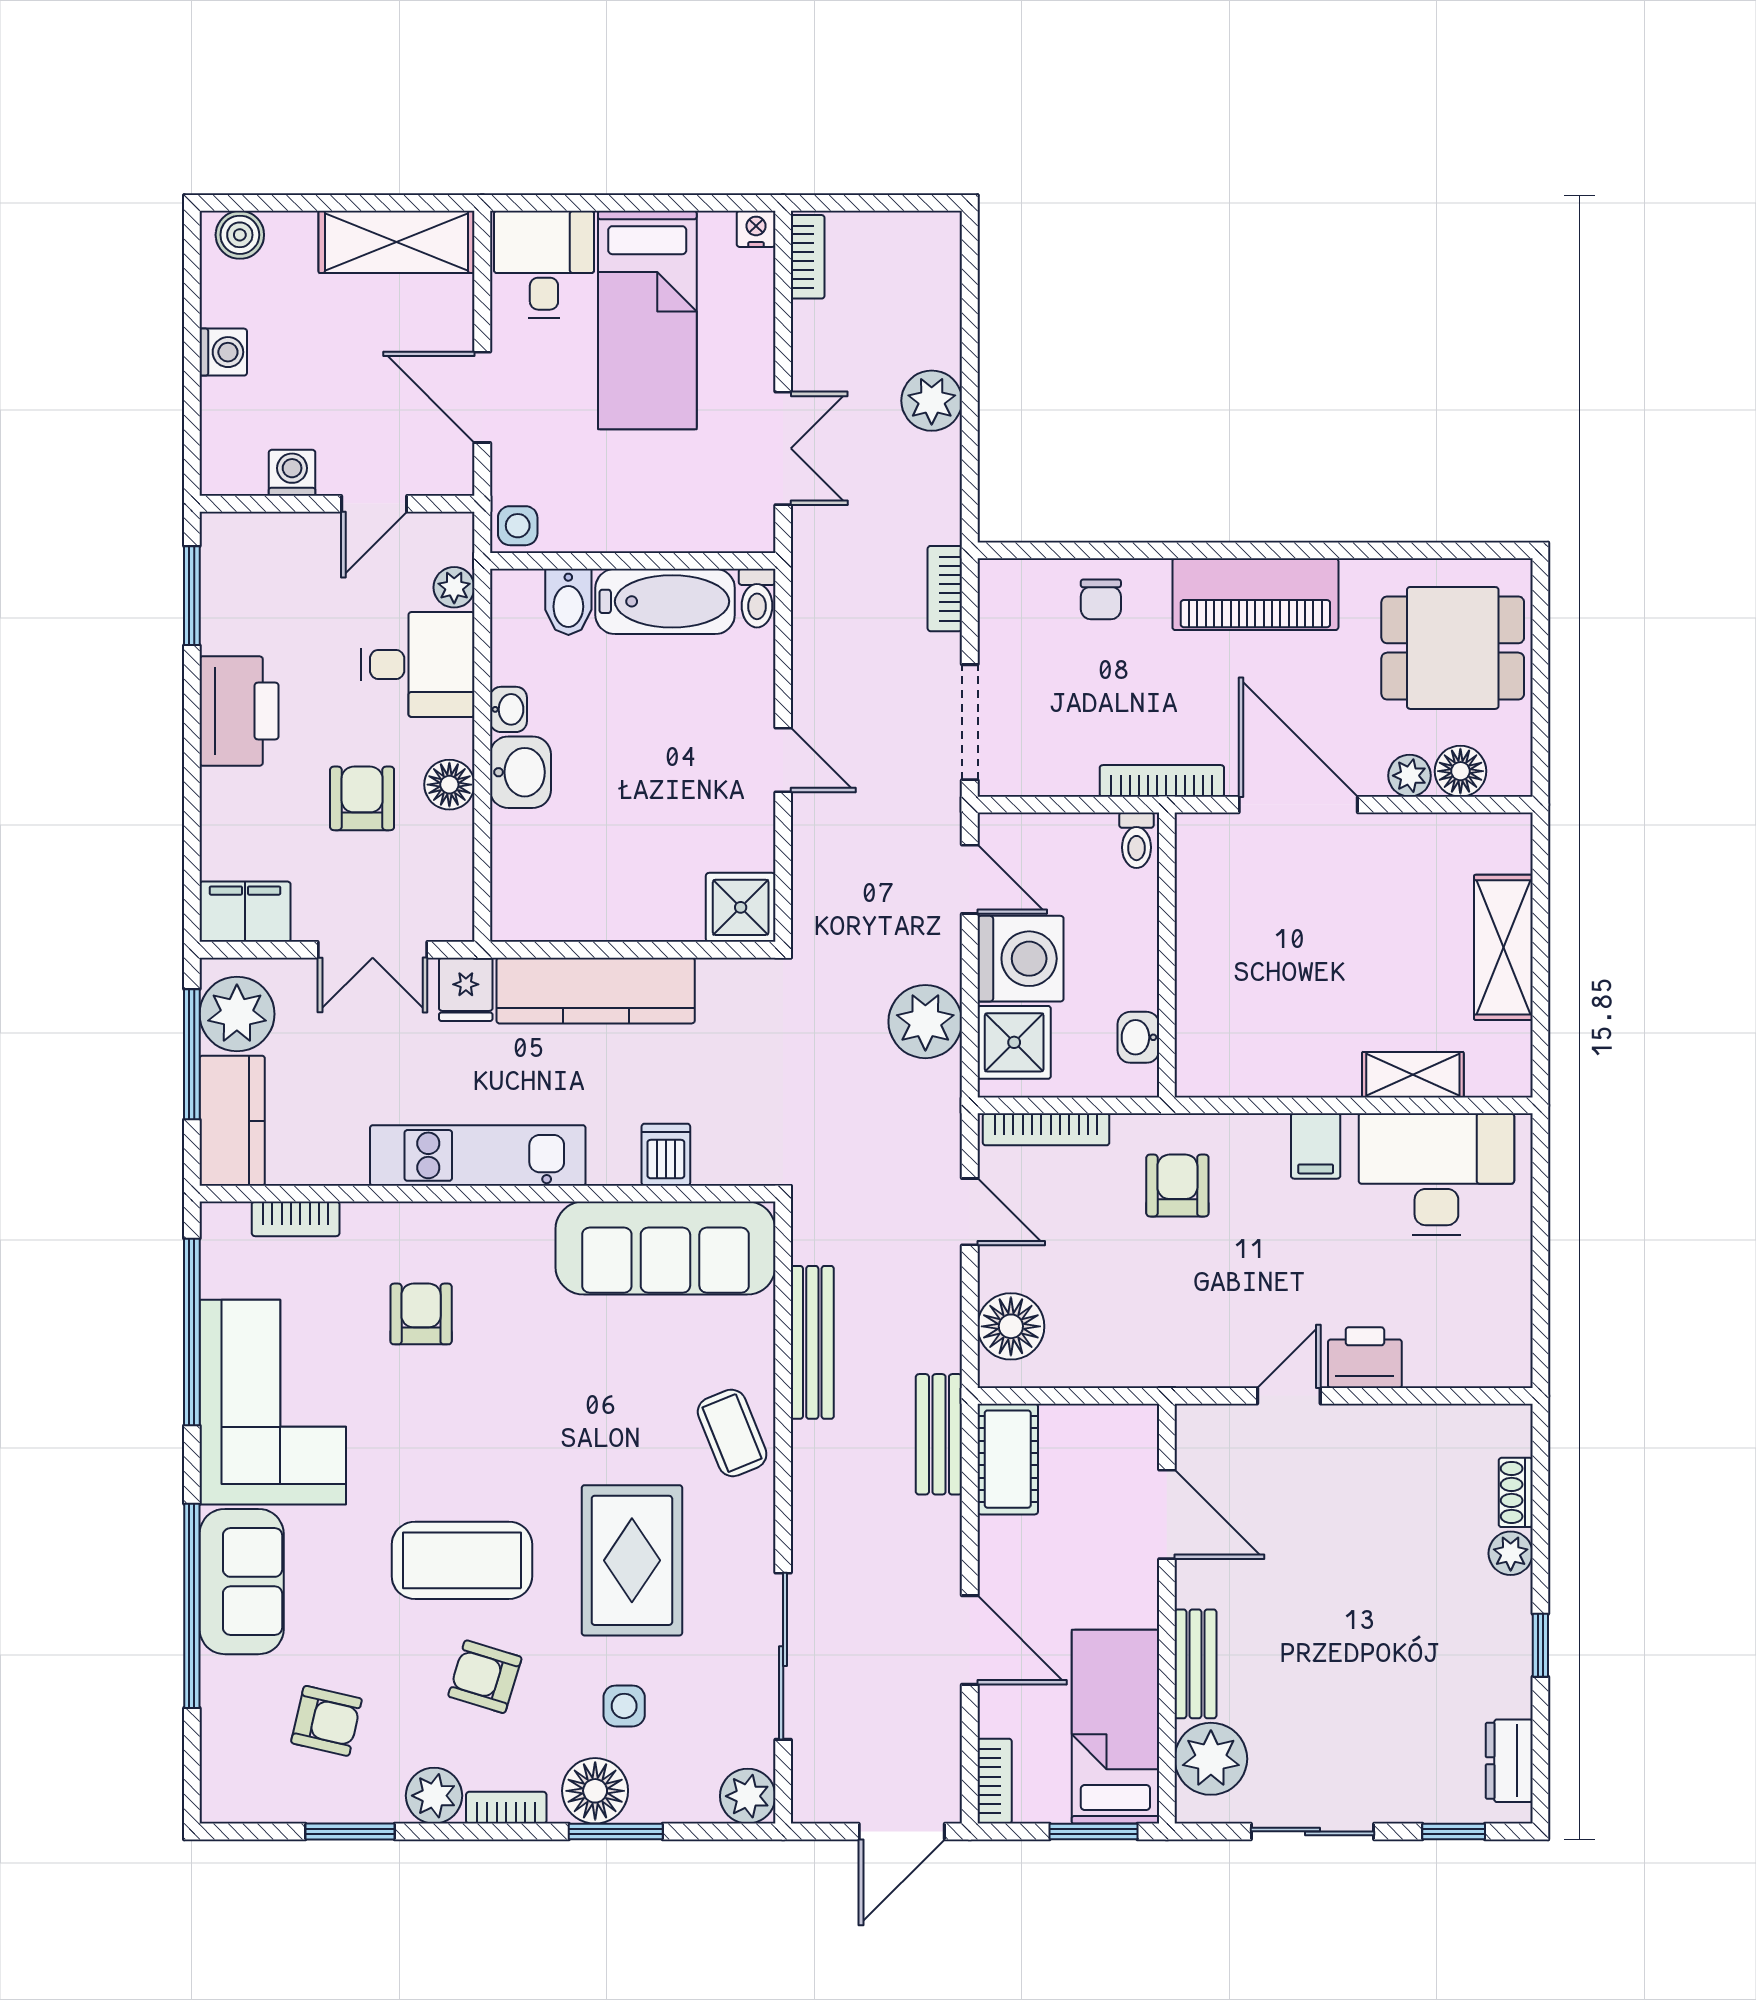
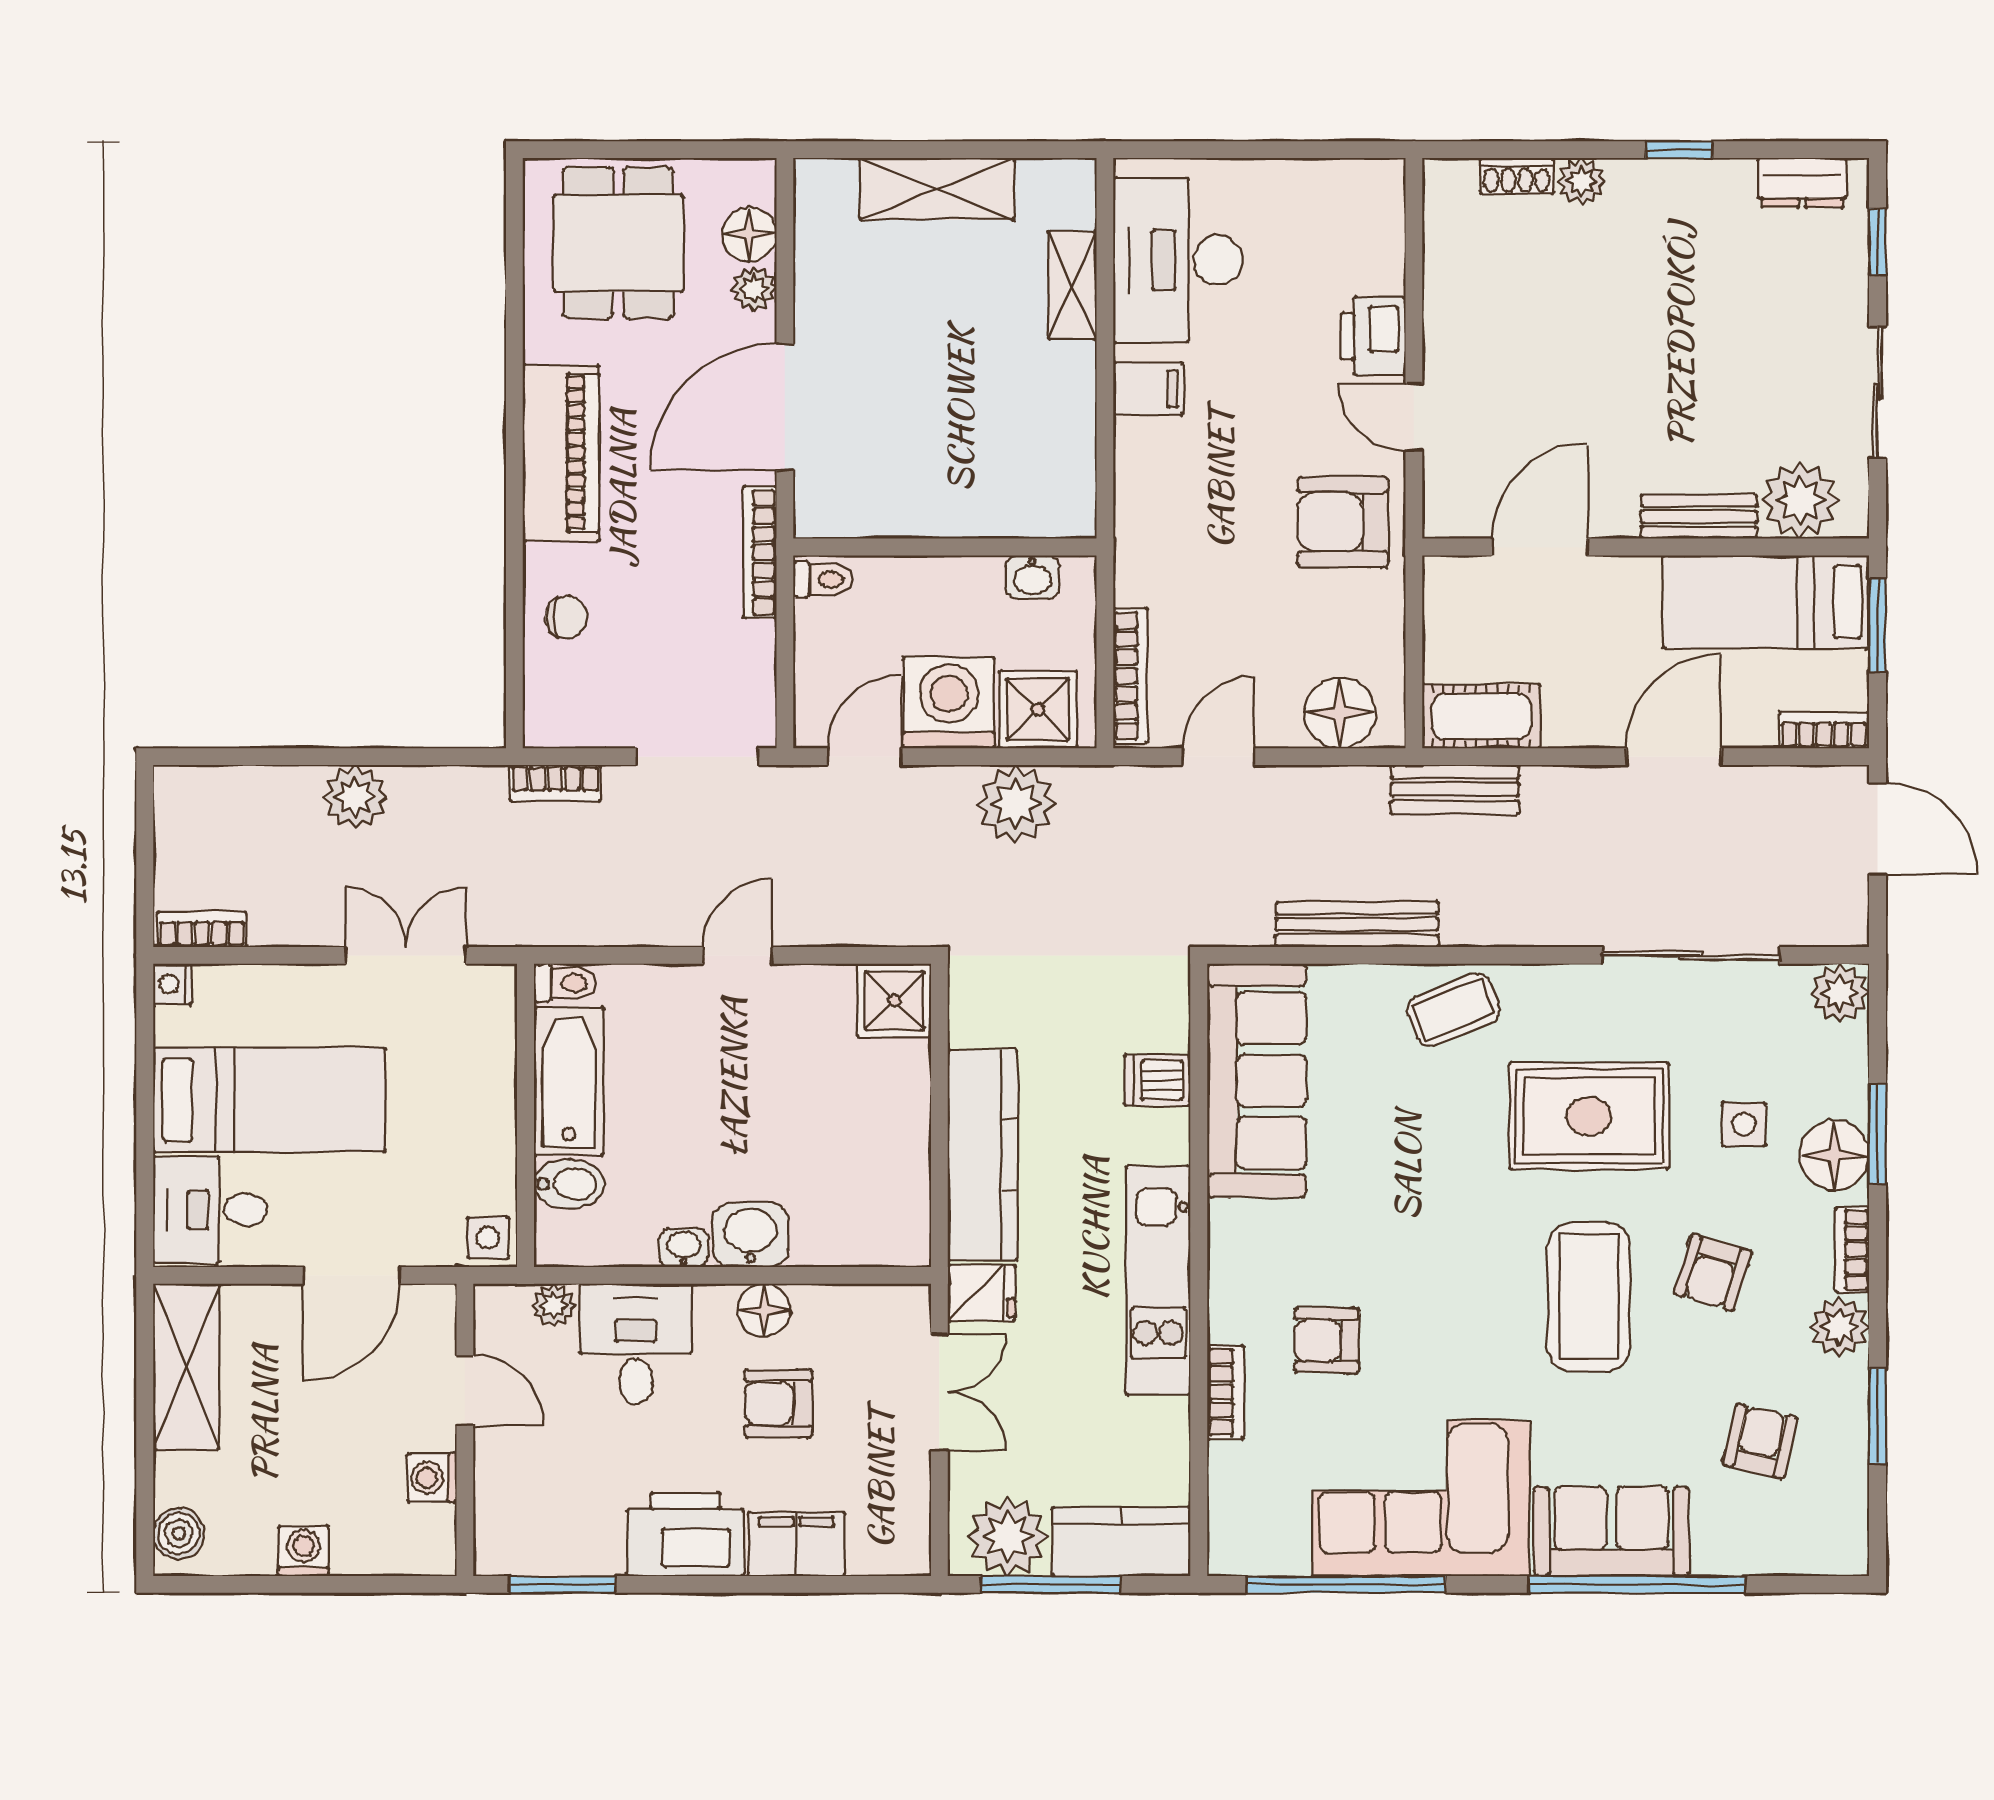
filing cabinet: (245, 912) -> (796, 1544), moved, turned 90
armchair: (1177, 1185) -> (1343, 522), moved, width x1.38, depth x1.38
bookcase: (296, 1219) -> (1226, 1392), moved

